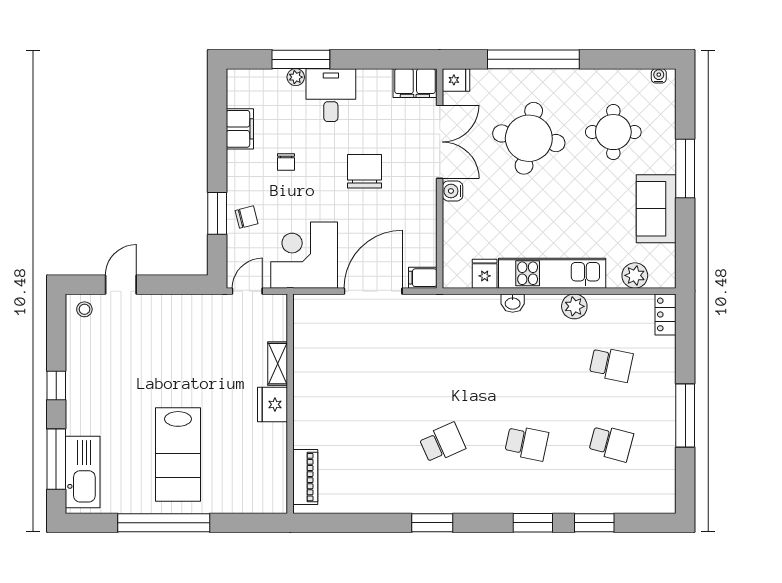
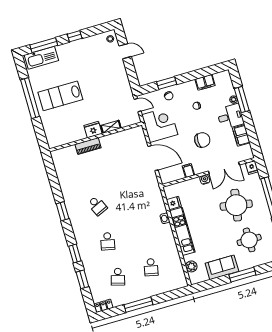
filing cabinet: (415, 83) -> (241, 135), moved
filing cabinet: (423, 278) -> (188, 171), moved
plant: (574, 306) -> (171, 245), removed
locker: (666, 314) -> (104, 306), moved
piano: (305, 477) -> (88, 146), moved

